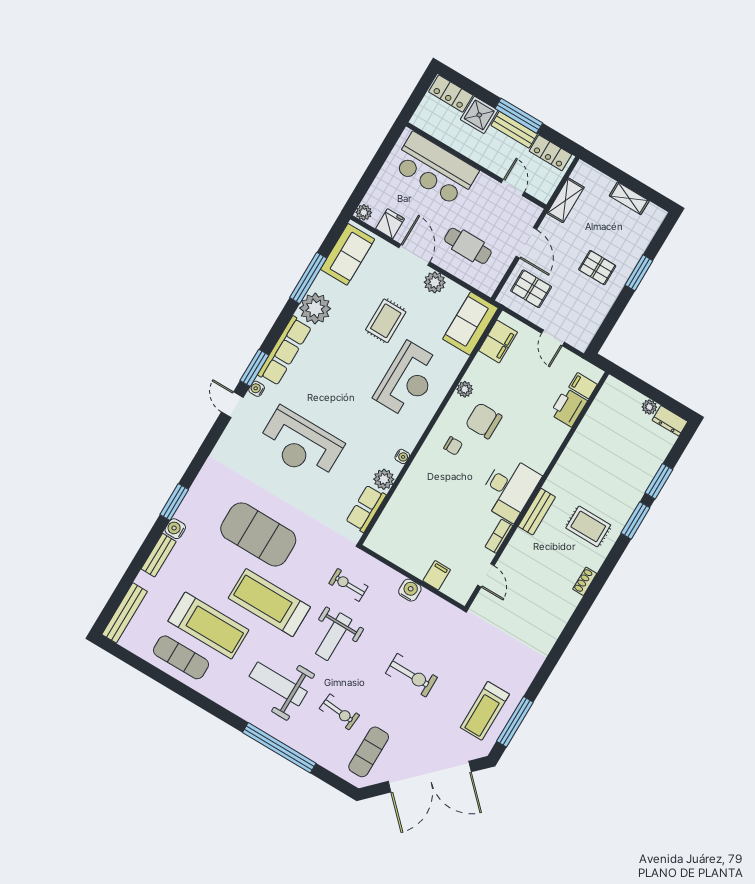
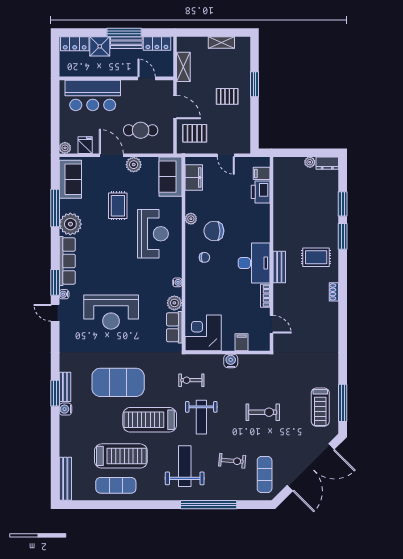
corner desk: (397, 536) -> (203, 333), added
bench: (159, 555) -> (65, 387), moved
weight bench: (278, 684) -> (185, 466), turned 90

